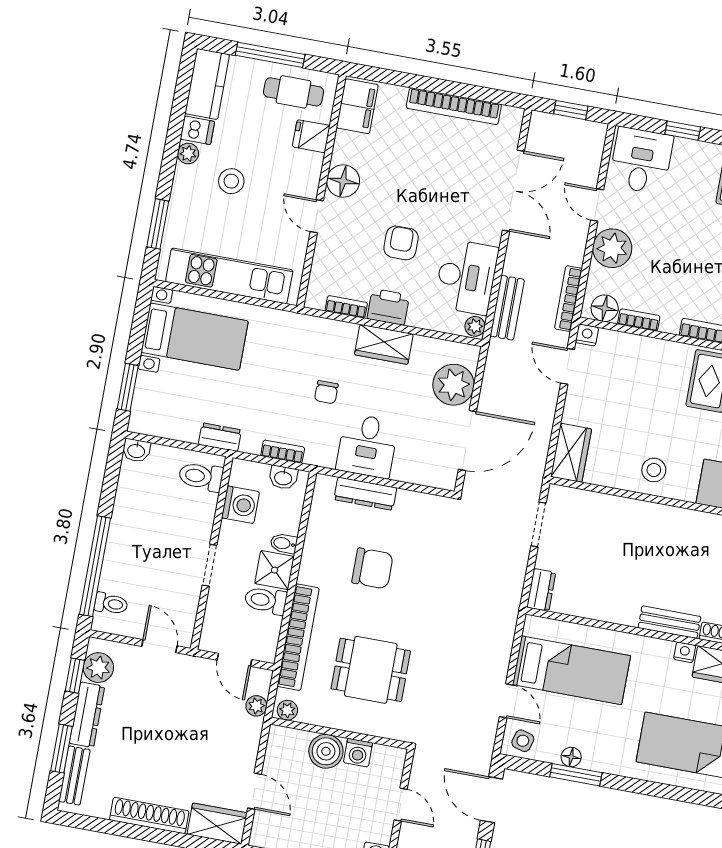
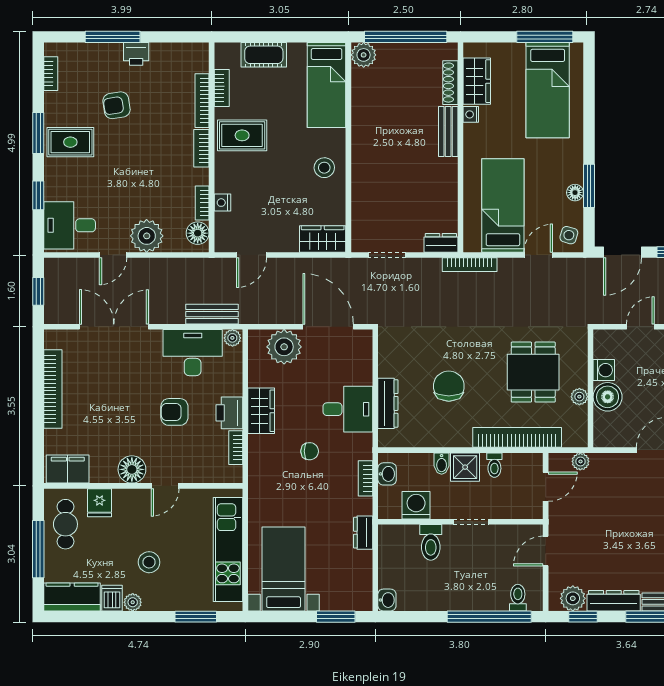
bookcase: (568, 299) -> (470, 265), moved
nightstand: (587, 335) -> (222, 203), moved
toilet: (201, 477) -> (431, 542), moved
toilet: (266, 600) -> (494, 465), width x0.73, depth x0.72
plant: (287, 710) -> (579, 397), moved

